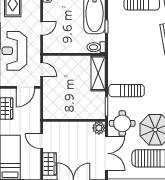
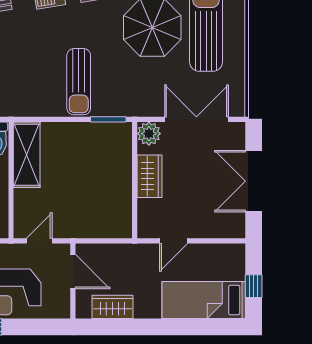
shelving: (98, 73) -> (27, 155), moved, turned 90
round table: (122, 123) -> (140, 90), removed
wardrobe: (50, 164) -> (149, 176), moved, turned 90

